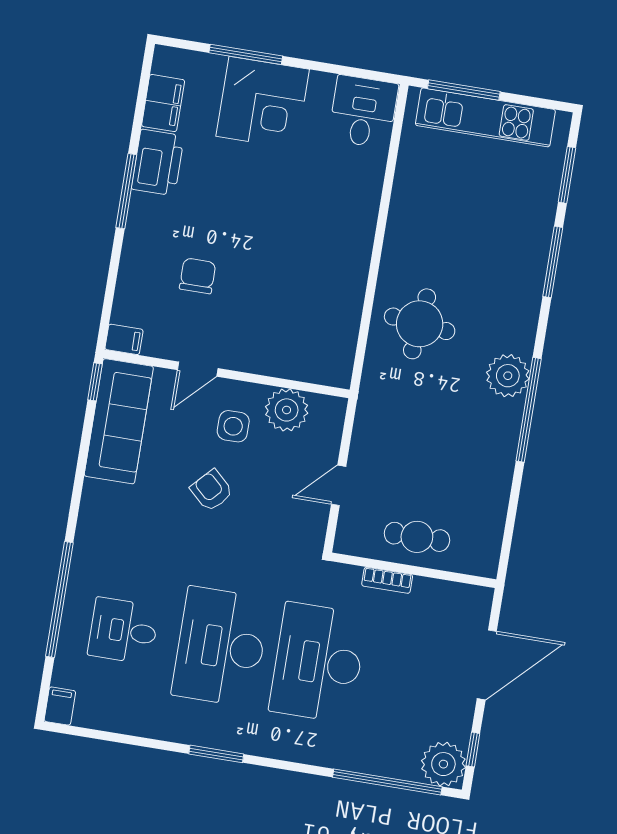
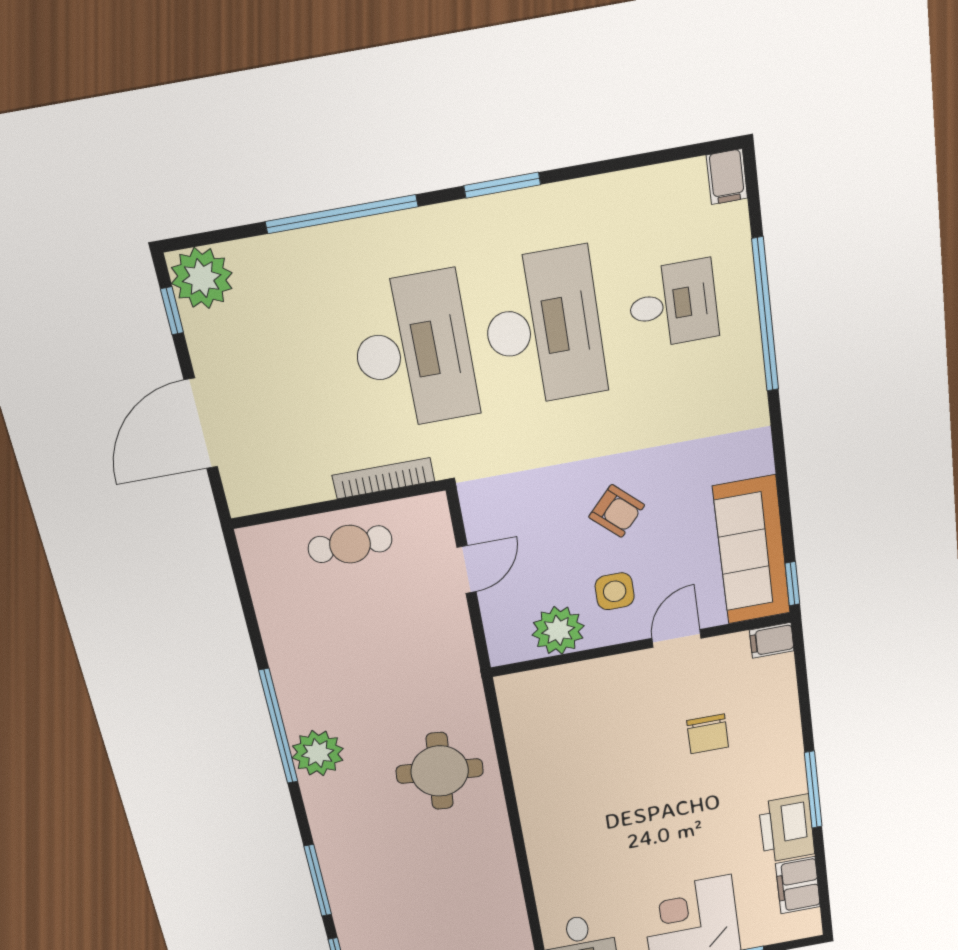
bookcase: (387, 580) -> (383, 478), width x1.56
window: (387, 782) -> (342, 214), moved

